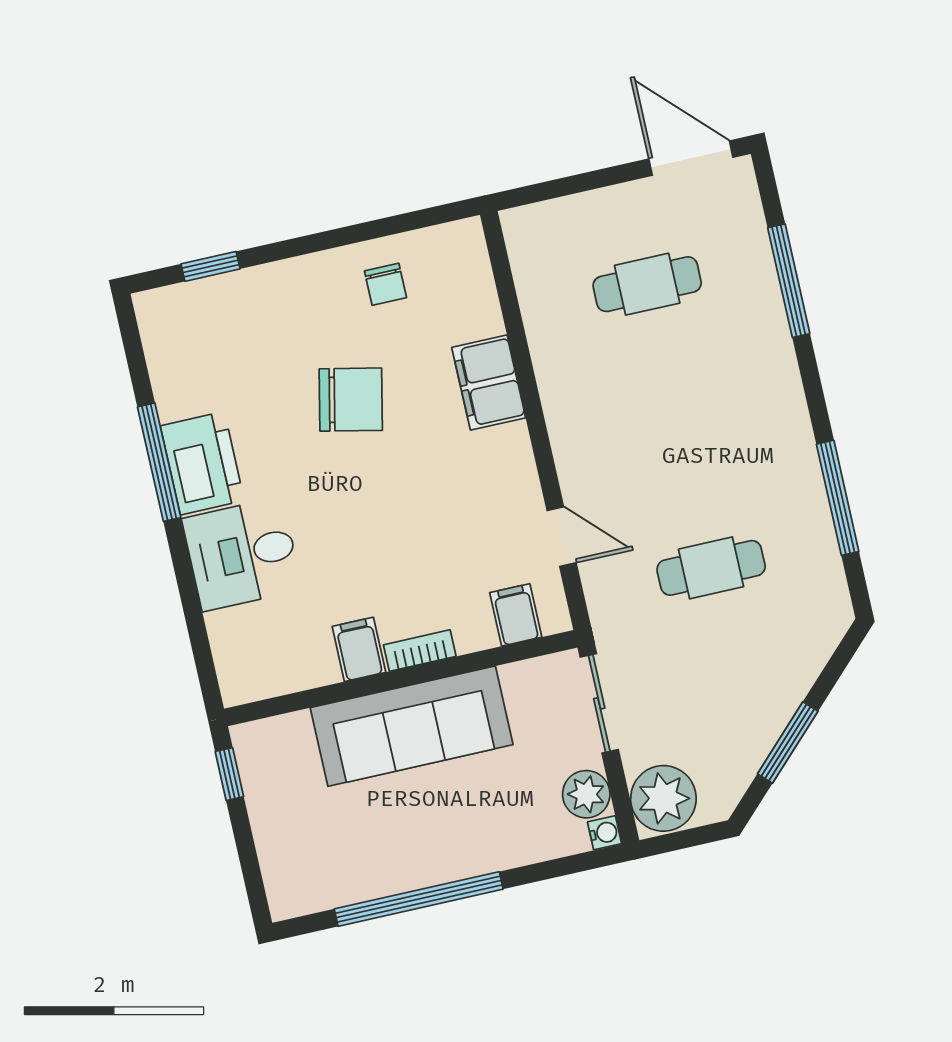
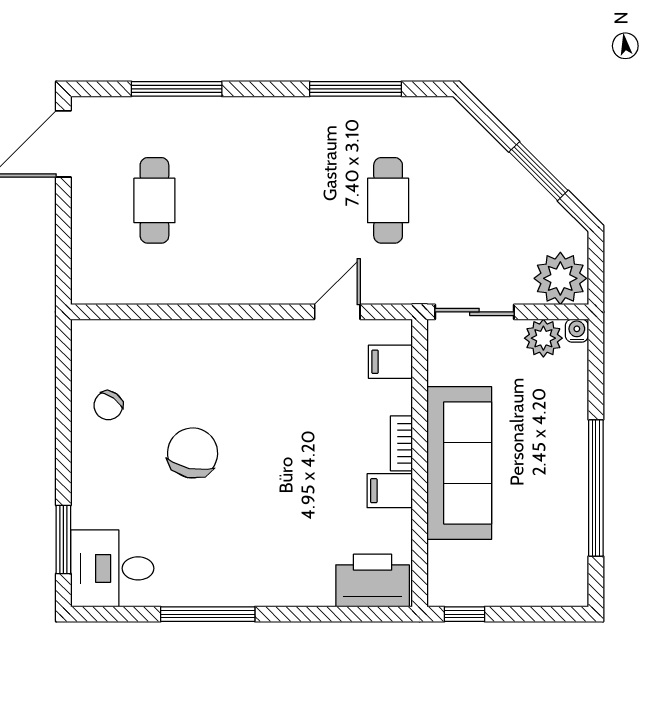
window: (211, 266) -> (63, 539), width x1.50
chair: (385, 284) -> (108, 405), turned 126
filing cabinet: (489, 383) -> (204, 342), removed
printer: (202, 463) -> (373, 581), moved
desk: (242, 554) -> (112, 568), moved, turned 90

